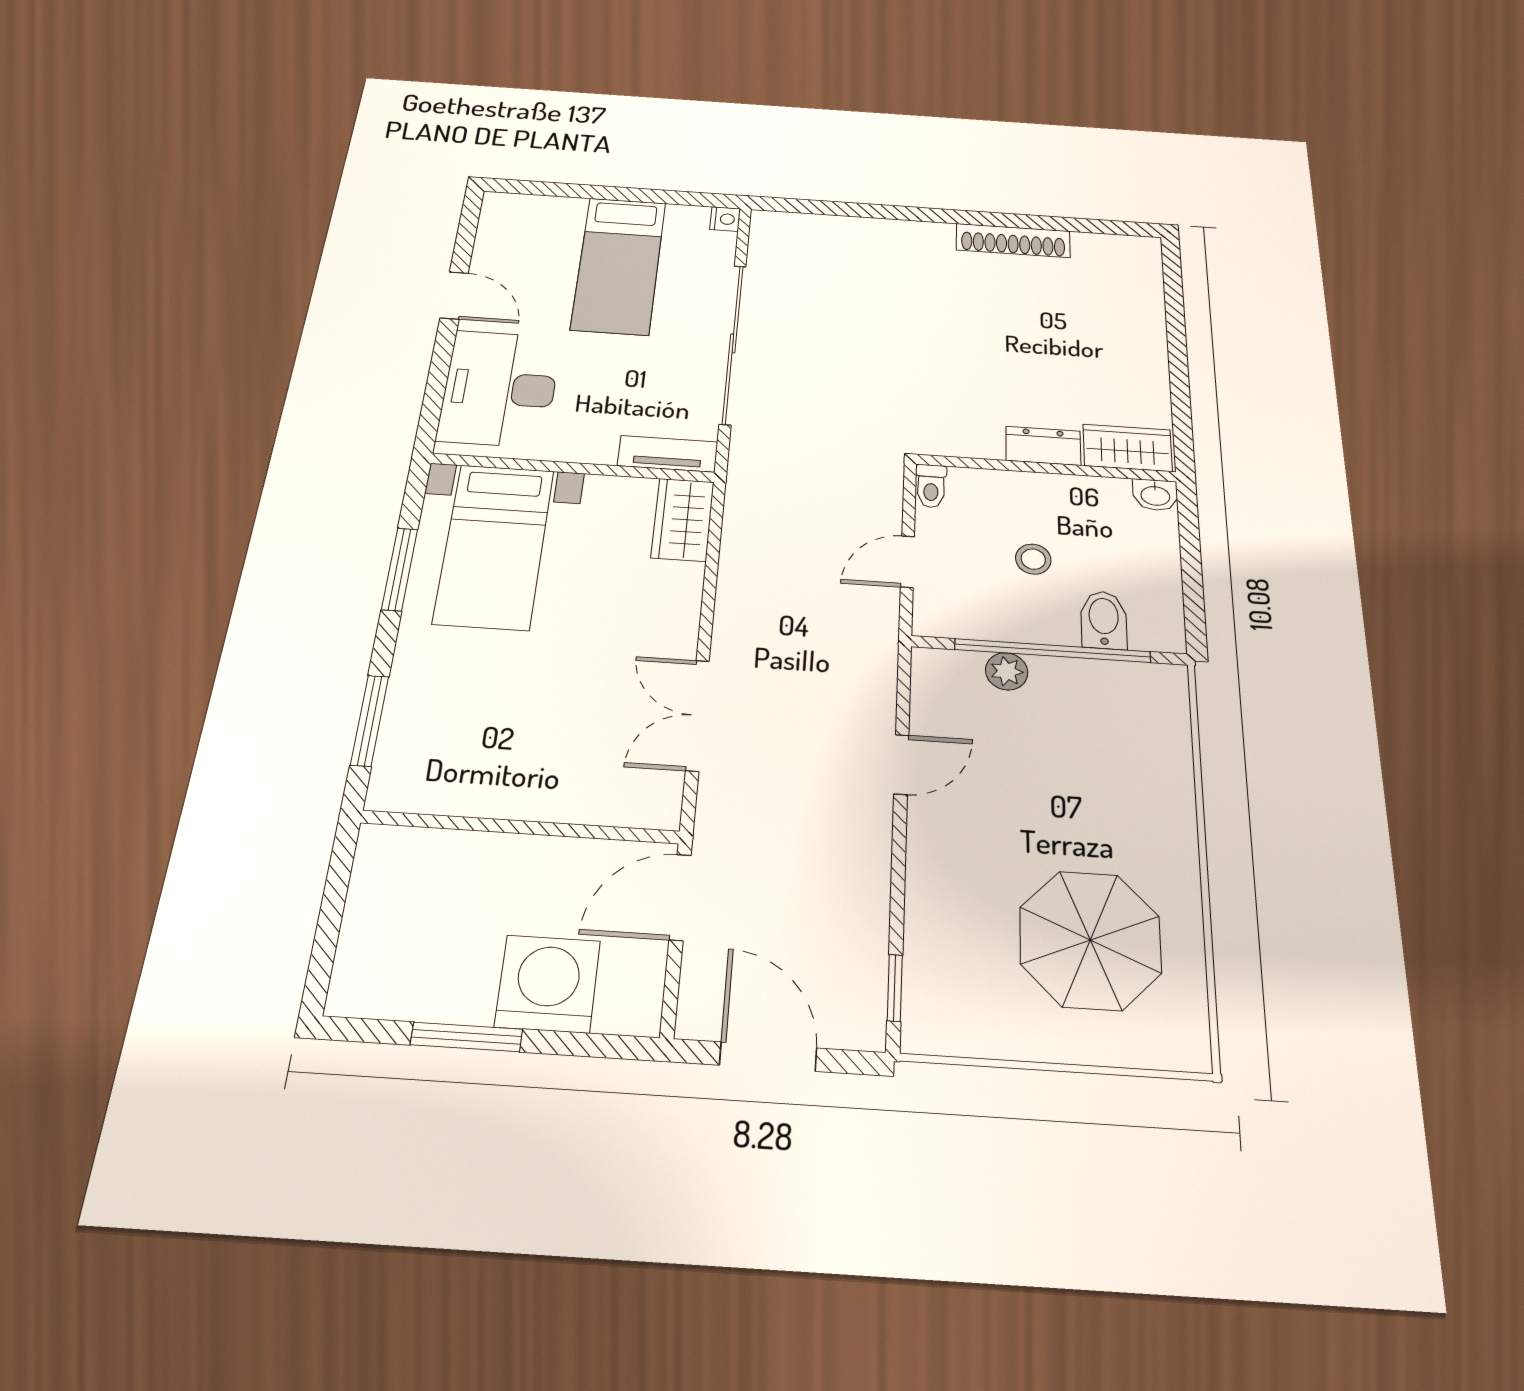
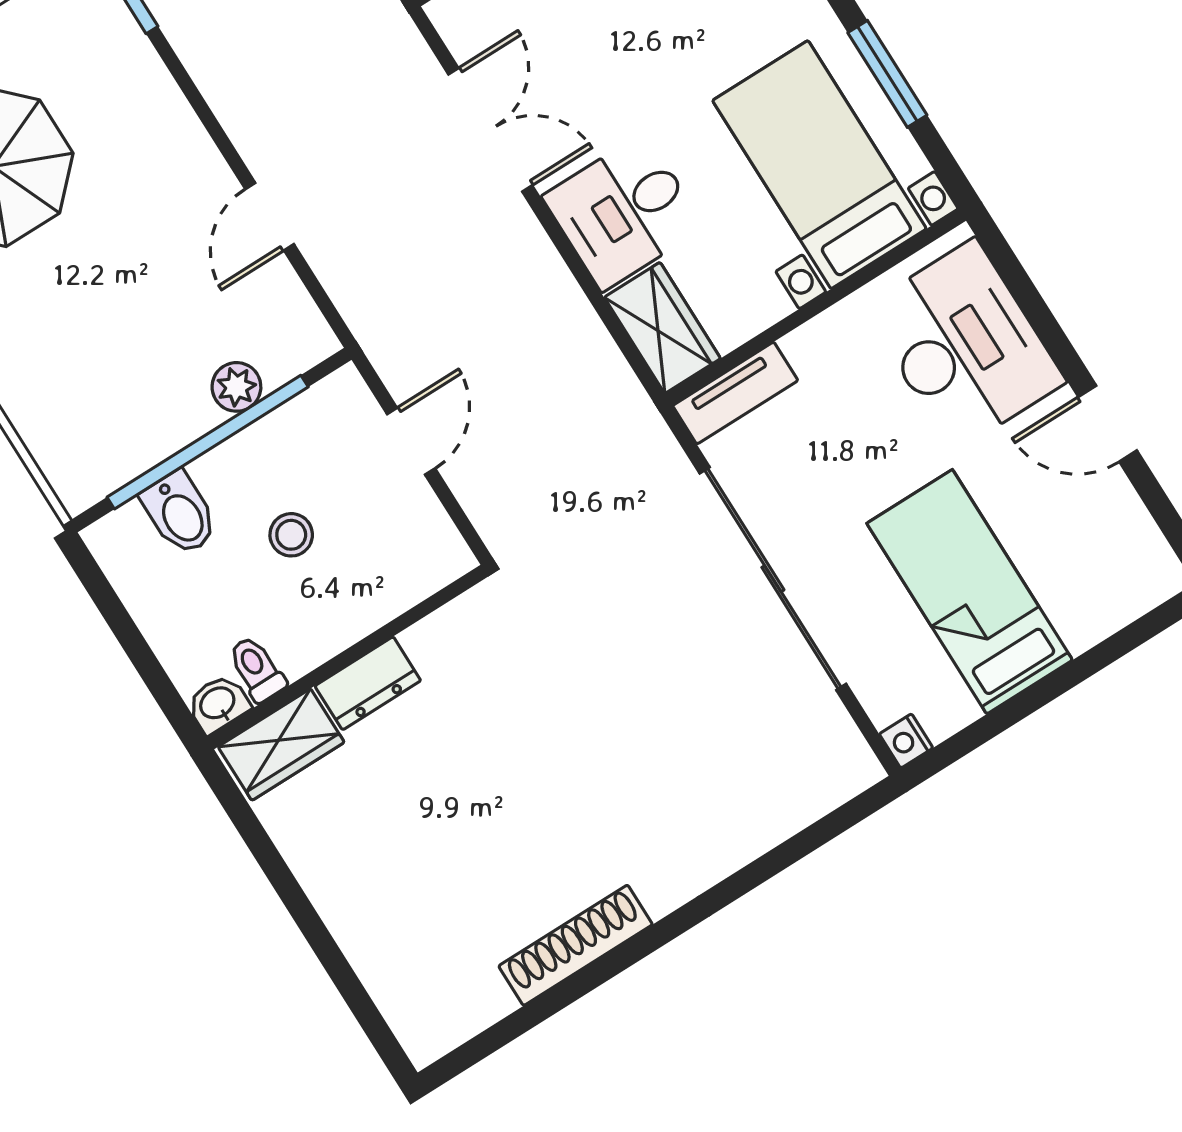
toilet: (931, 486) -> (257, 669), moved
desk: (649, 604) -> (623, 212), added

